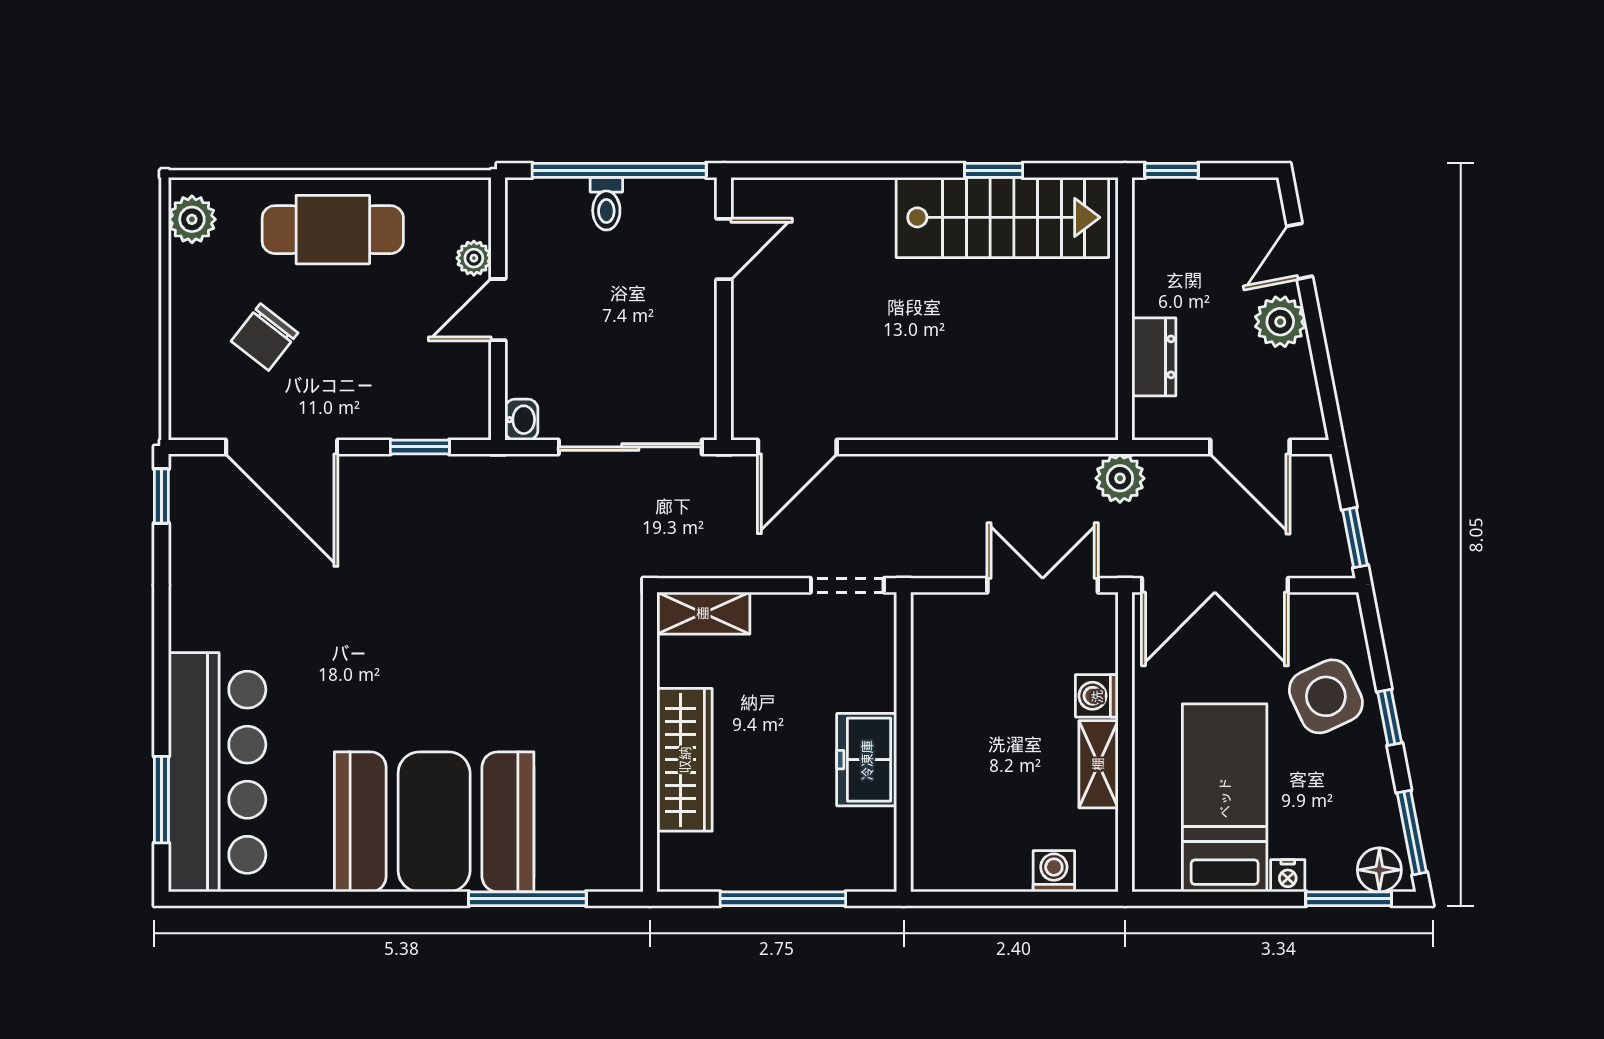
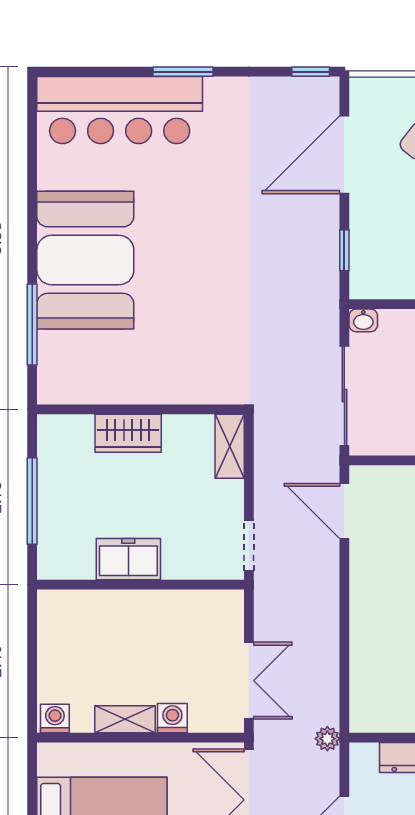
plant: (1120, 478) -> (327, 739), width x0.73, depth x0.73
wardrobe: (685, 760) -> (128, 433), width x0.67
window: (161, 800) -> (183, 72), moved
washing machine: (1054, 871) -> (55, 718), moved, turned -90

